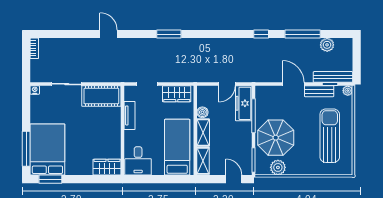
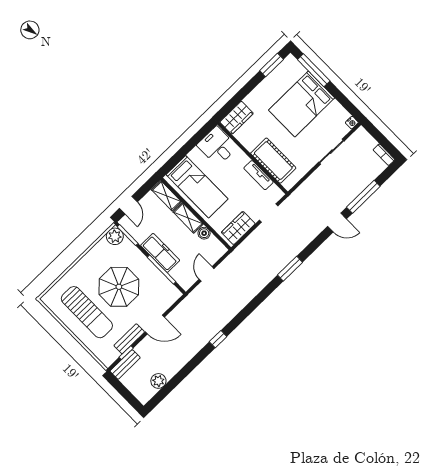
window: (303, 34) -> (363, 197), moved
bench: (333, 77) -> (125, 364), width x0.73
plant: (348, 91) -> (107, 361), removed
cot: (101, 96) -> (273, 161), moved, turned 90
freezer: (244, 103) -> (160, 253), moved
parasol: (276, 138) -> (119, 287), moved
bed: (47, 150) -> (302, 104), moved, turned 90
plant: (278, 167) -> (115, 236), moved
door: (234, 179) -> (128, 205), hinge flipped

